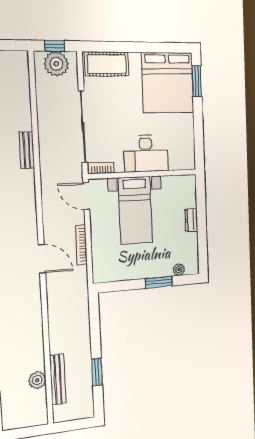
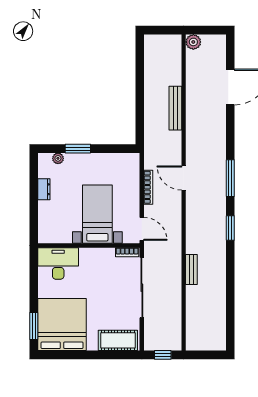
plant: (56, 64) -> (162, 340), removed
desk: (146, 153) -> (58, 263), moved
dresser: (191, 220) -> (44, 189), moved
window: (97, 372) -> (140, 74), removed
bench: (58, 379) -> (175, 108), moved
plant: (37, 380) -> (193, 42), moved

